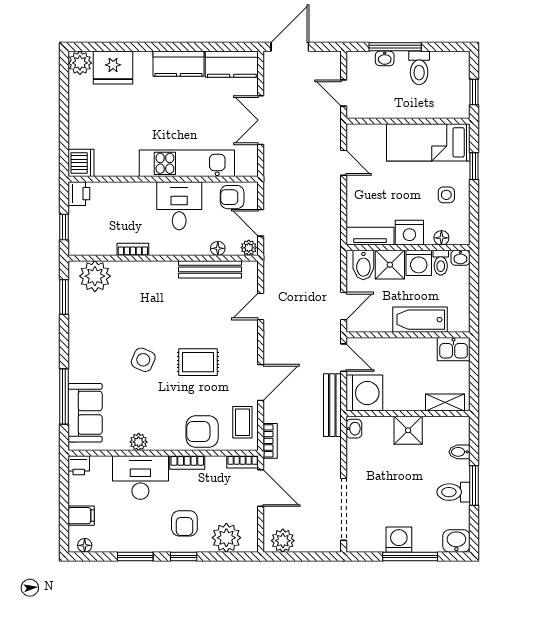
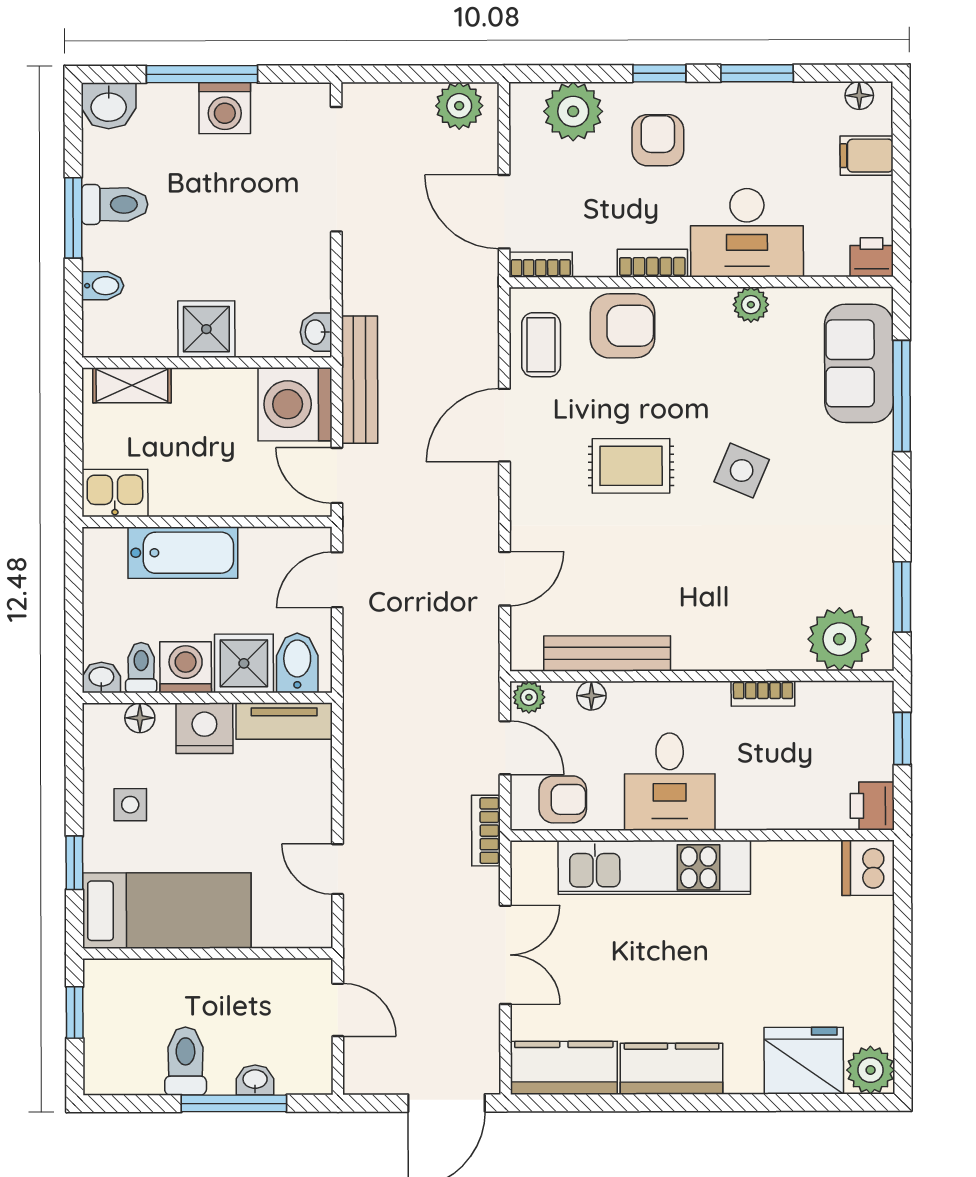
bookcase: (270, 441) -> (486, 831), moved

